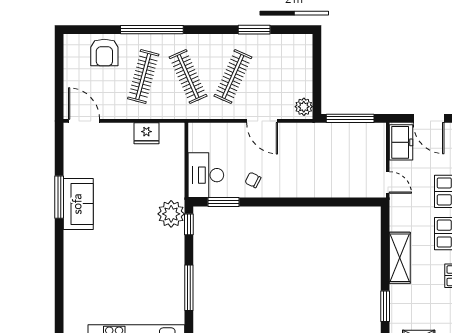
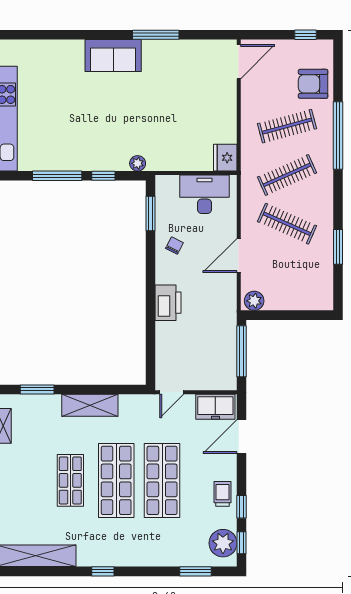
window: (59, 60) -> (306, 35), added
clothes rail: (143, 77) -> (287, 126), turned -30
fridge: (146, 133) -> (225, 158), moved
desk: (206, 175) -> (205, 194), moved
printer: (306, 186) -> (168, 303), added
sofa: (78, 204) -> (113, 56), moved
plant: (171, 214) -> (138, 163), width x0.53, depth x0.53
window: (189, 224) -> (103, 176), moved

